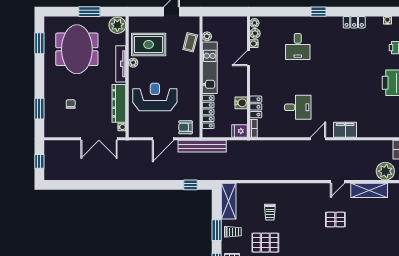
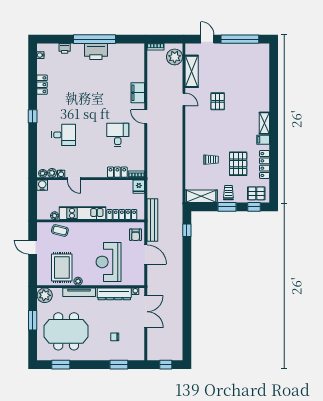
water cooler: (241, 103) -> (42, 185), moved

